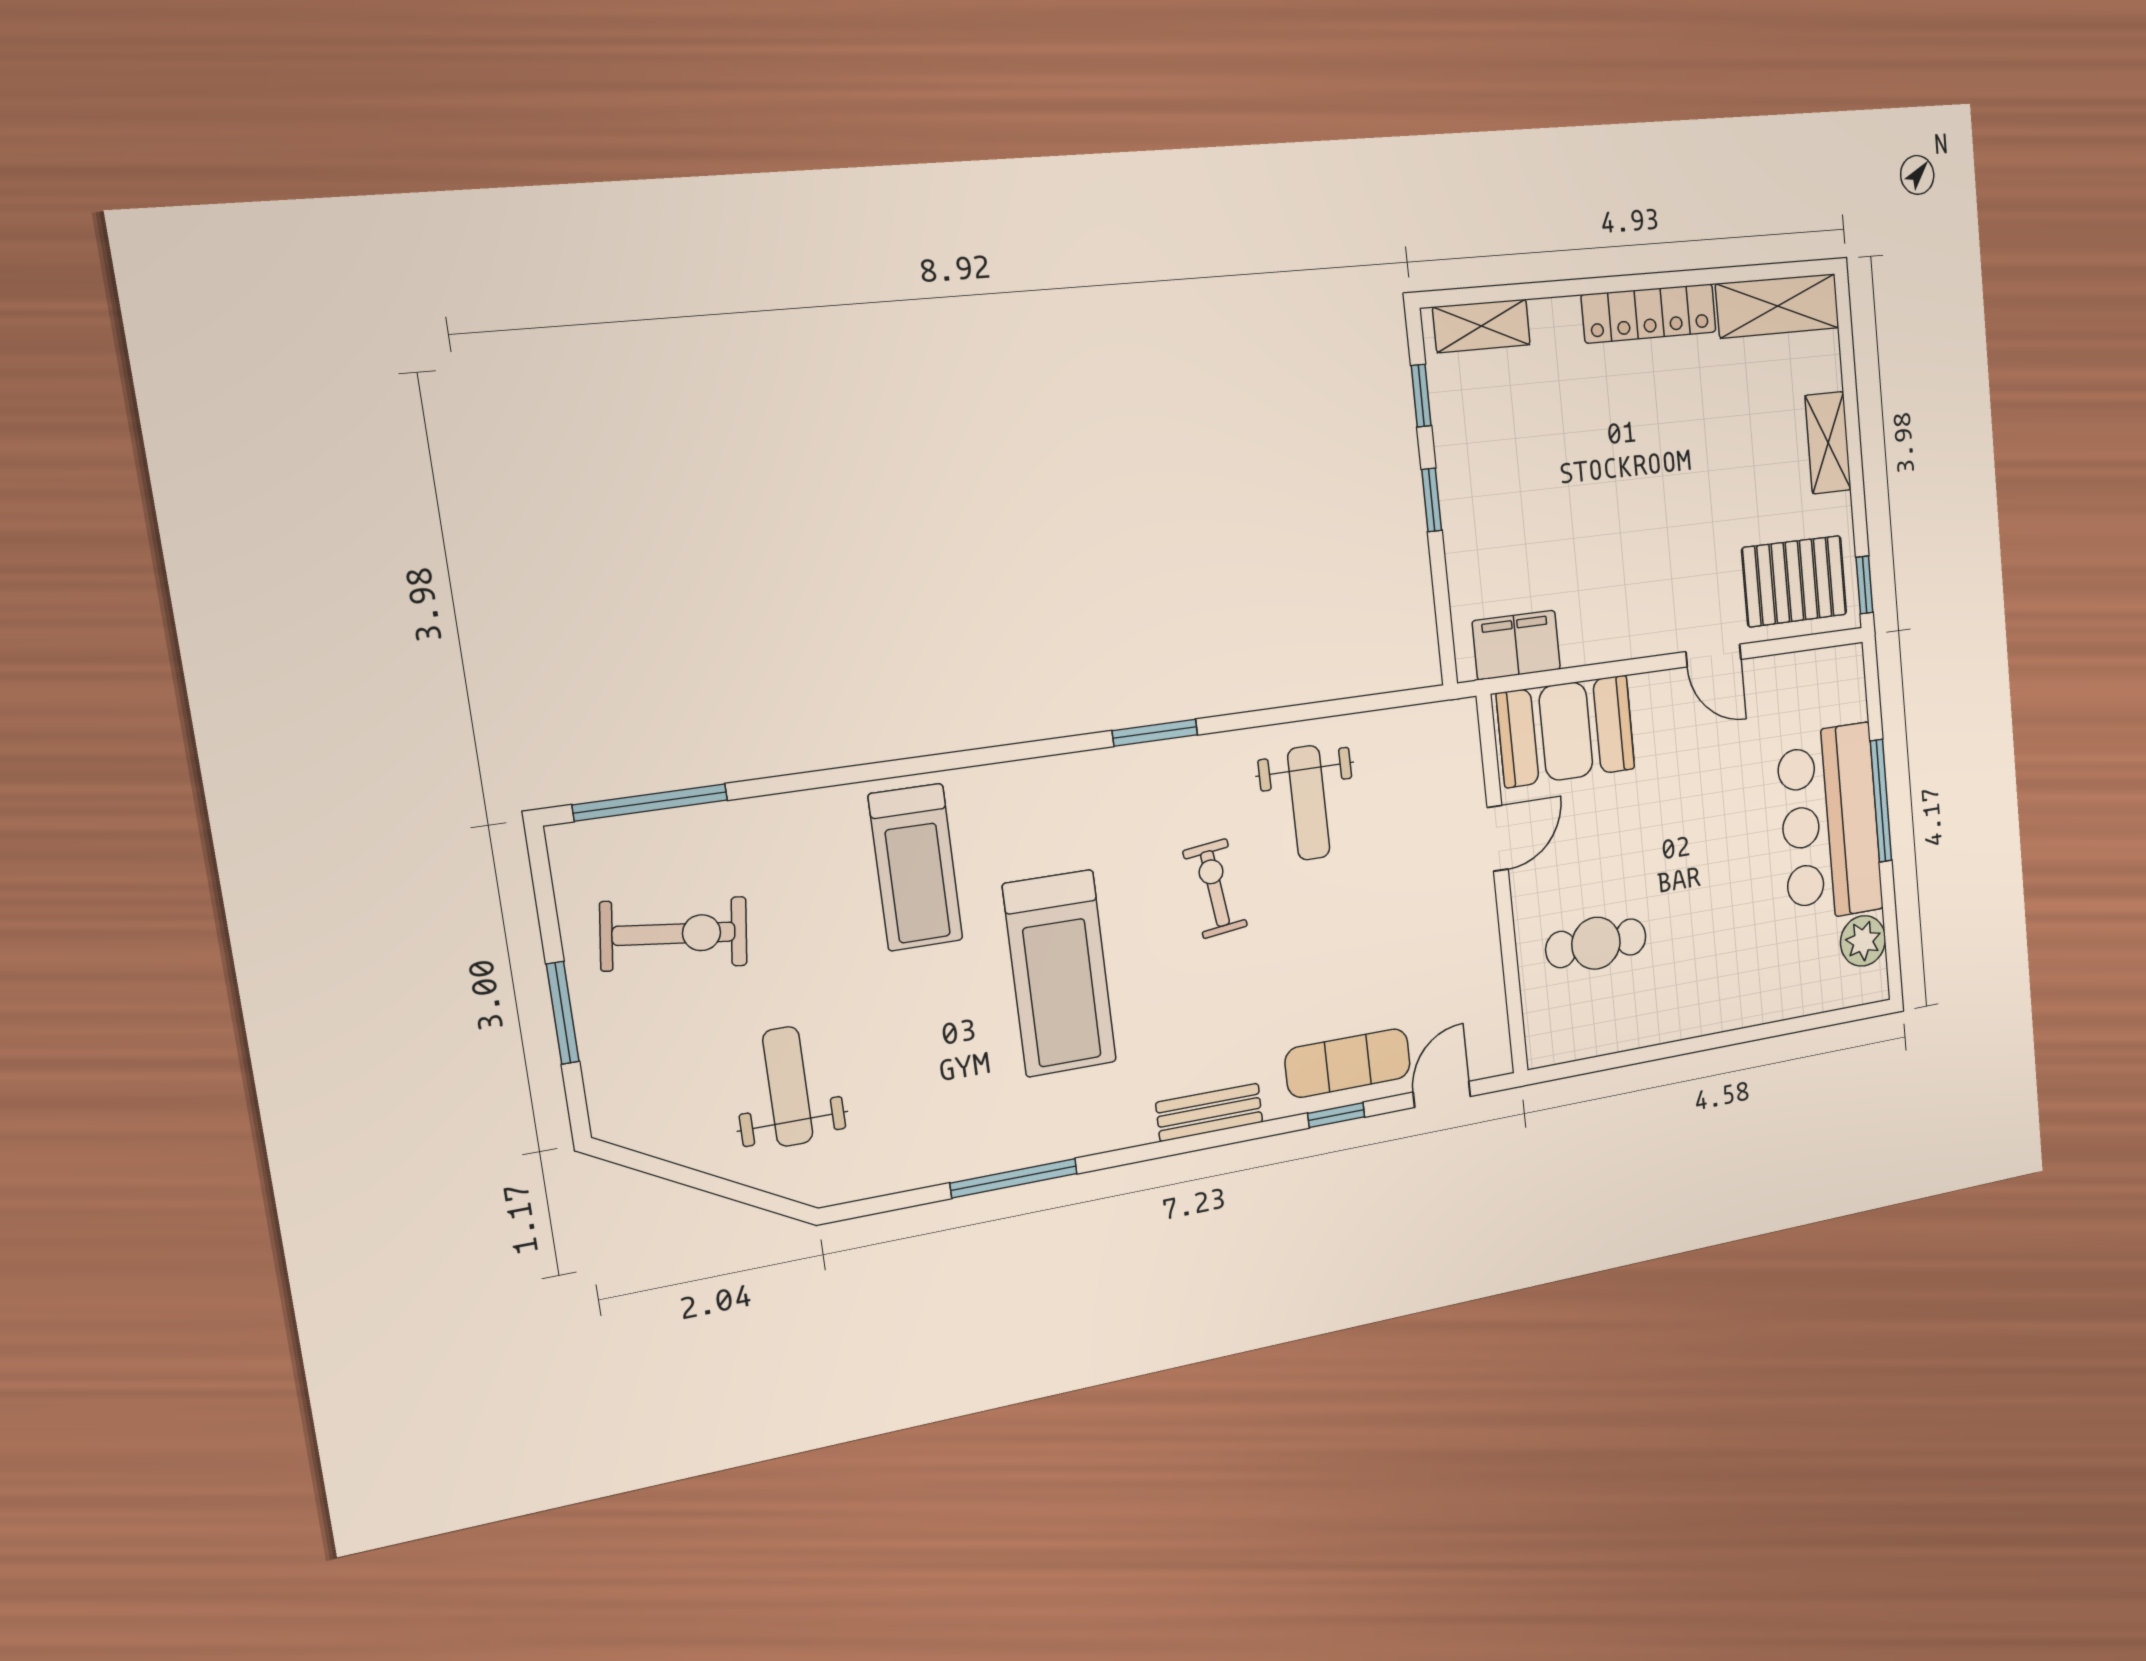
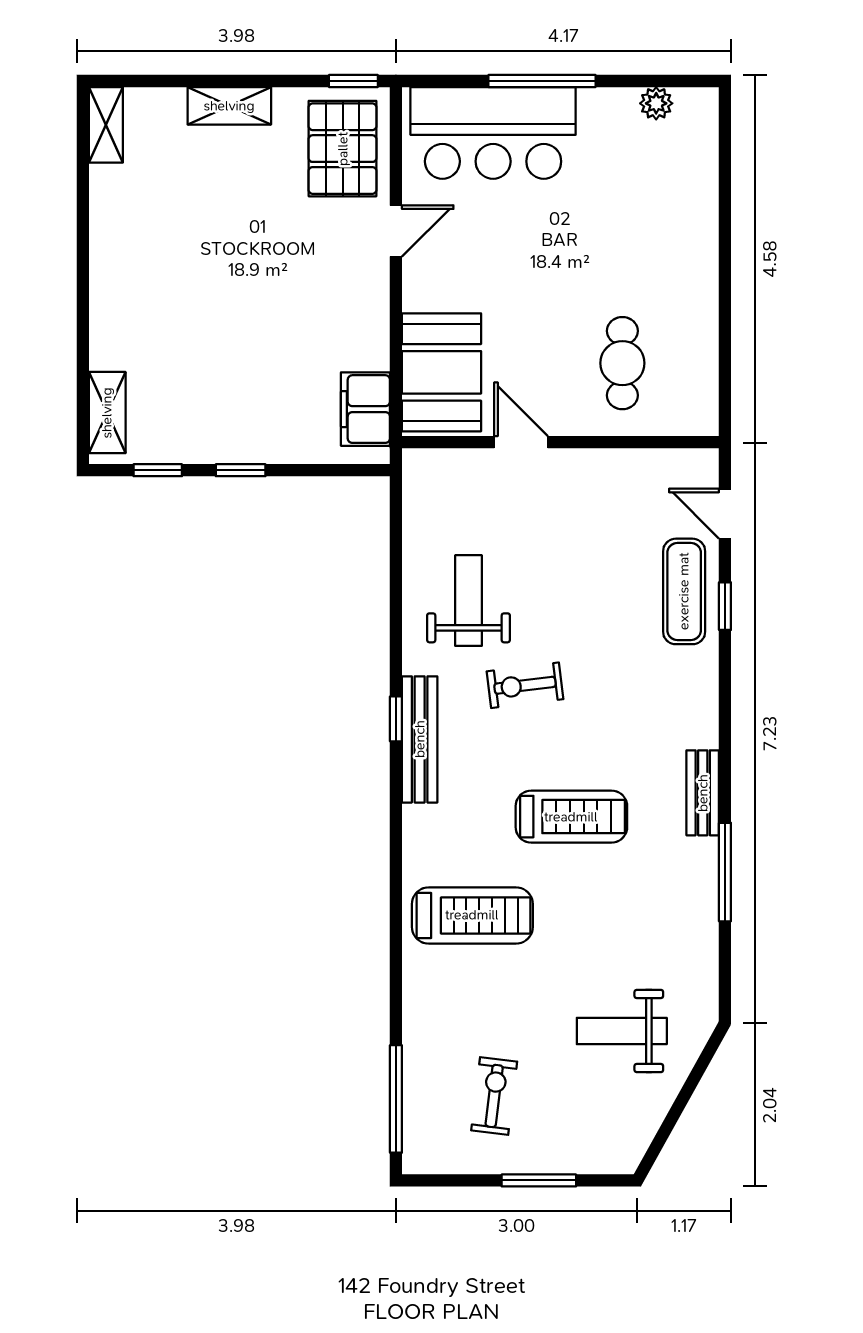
shelving: (1778, 306) -> (106, 125), width x0.67, depth x0.75
locker: (1649, 313) -> (109, 263), removed
window: (1155, 733) -> (396, 719), width x0.67
bench: (1133, 766) -> (420, 739), added
weight bench: (1309, 803) -> (468, 601), turned -90
bar counter: (1830, 823) -> (493, 133), moved
exercise bike: (674, 934) -> (494, 1096), width x0.73, depth x0.72
plant: (1863, 941) -> (656, 103), width x0.73, depth x0.73
treadmill: (1060, 973) -> (571, 817), width x0.73, depth x0.73
bench: (1209, 1112) -> (703, 793), moved

